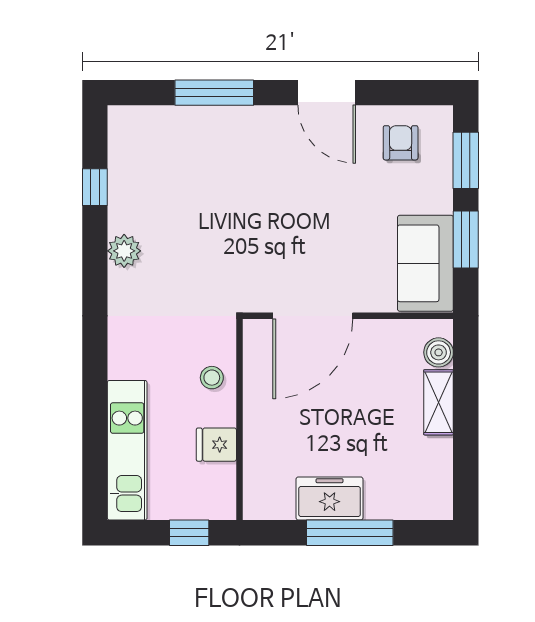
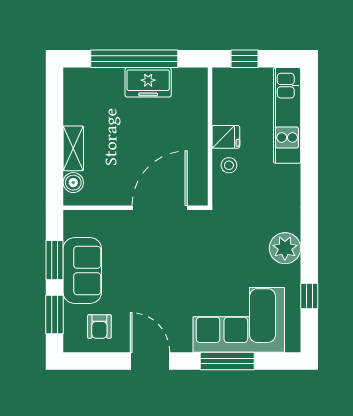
corner sofa: (197, 153) -> (239, 320), added
plant: (124, 251) -> (285, 248), width x1.36, depth x1.36
sofa: (425, 263) -> (82, 271), moved
fridge: (216, 445) -> (226, 137), moved
window: (350, 533) -> (134, 59), width x1.46

